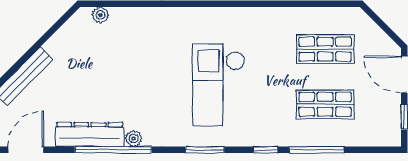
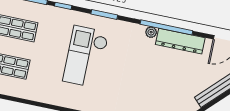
checkout: (219, 85) -> (86, 57), turned 180

